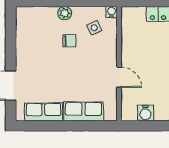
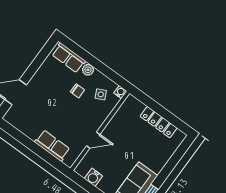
door: (119, 77) -> (93, 140), hinge flipped
row of seats: (43, 112) -> (69, 58), moved, turned 180

